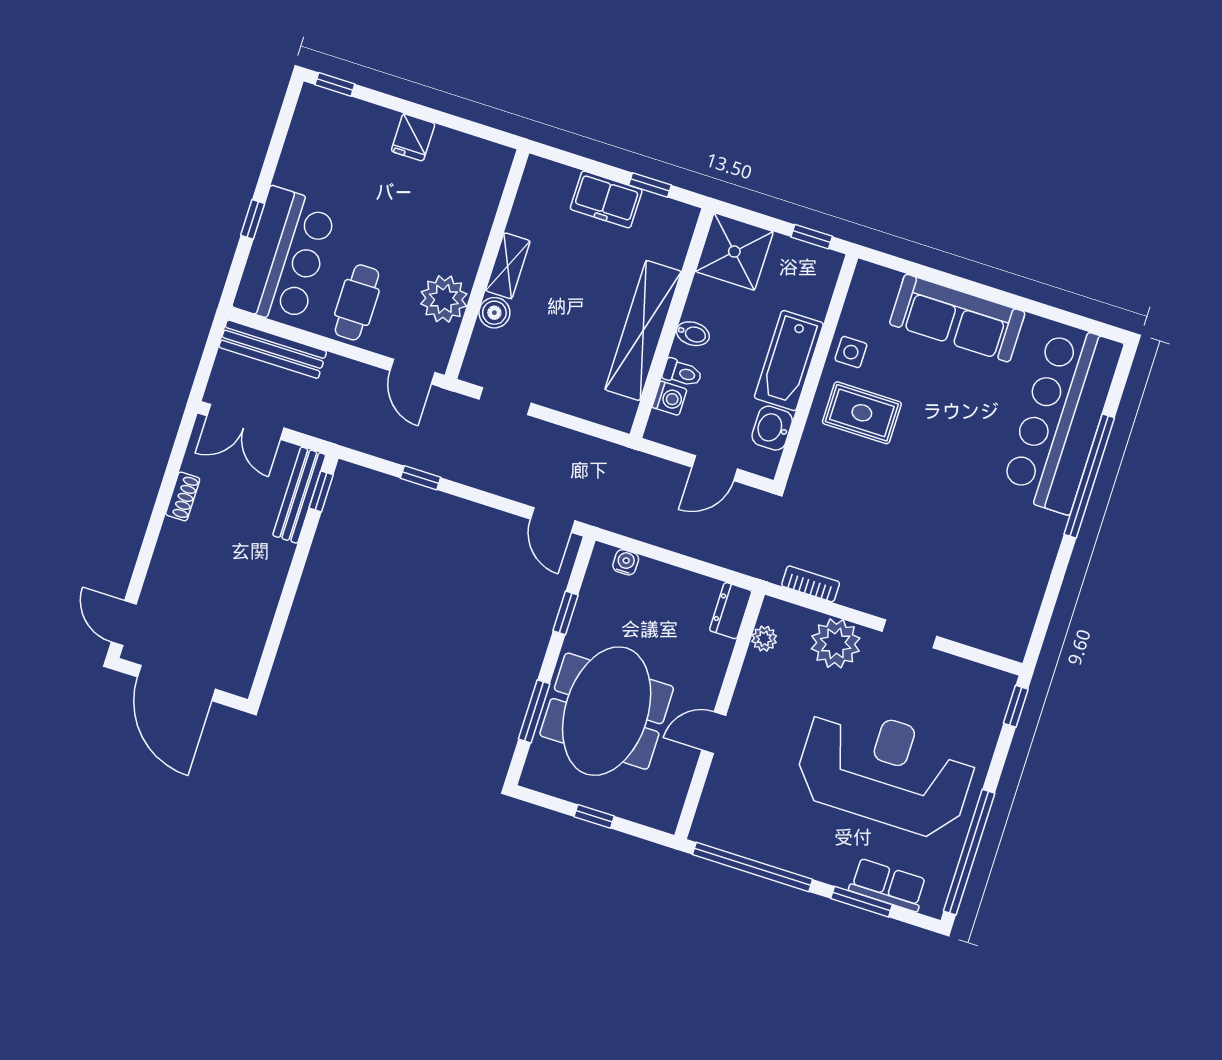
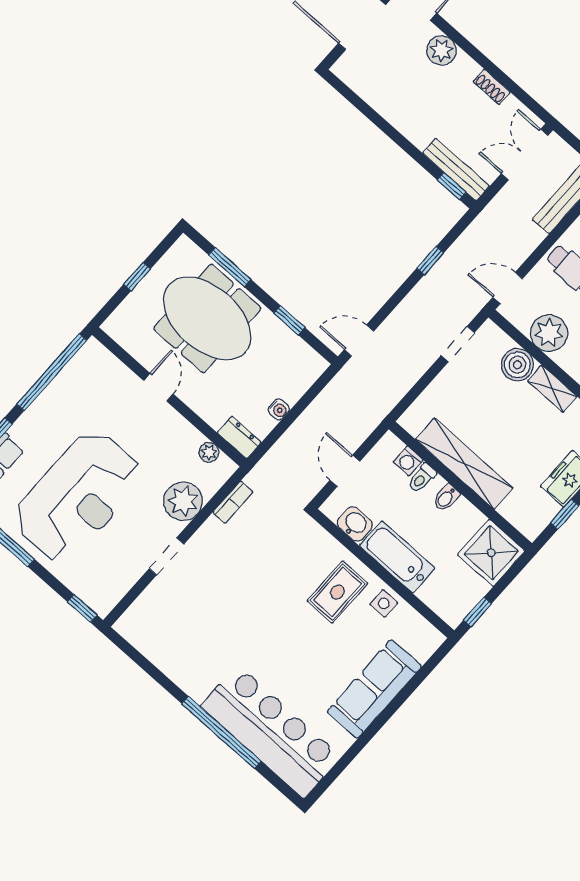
boiler: (494, 313) -> (517, 365), width x1.36, depth x1.36
water cooler: (626, 562) -> (279, 409), moved
plant: (166, 575) -> (441, 50), added

